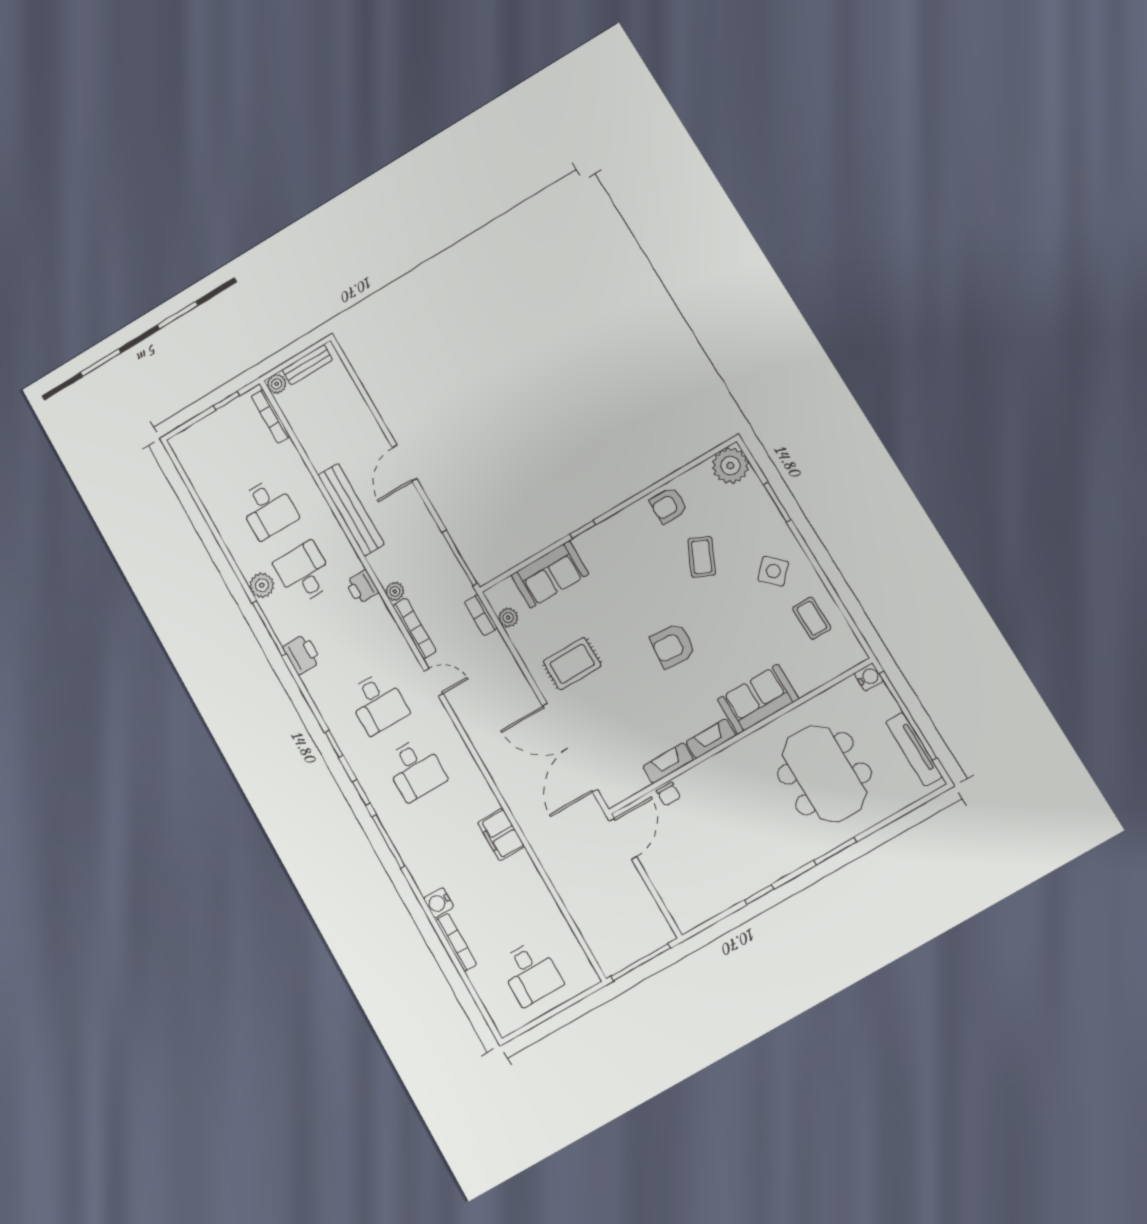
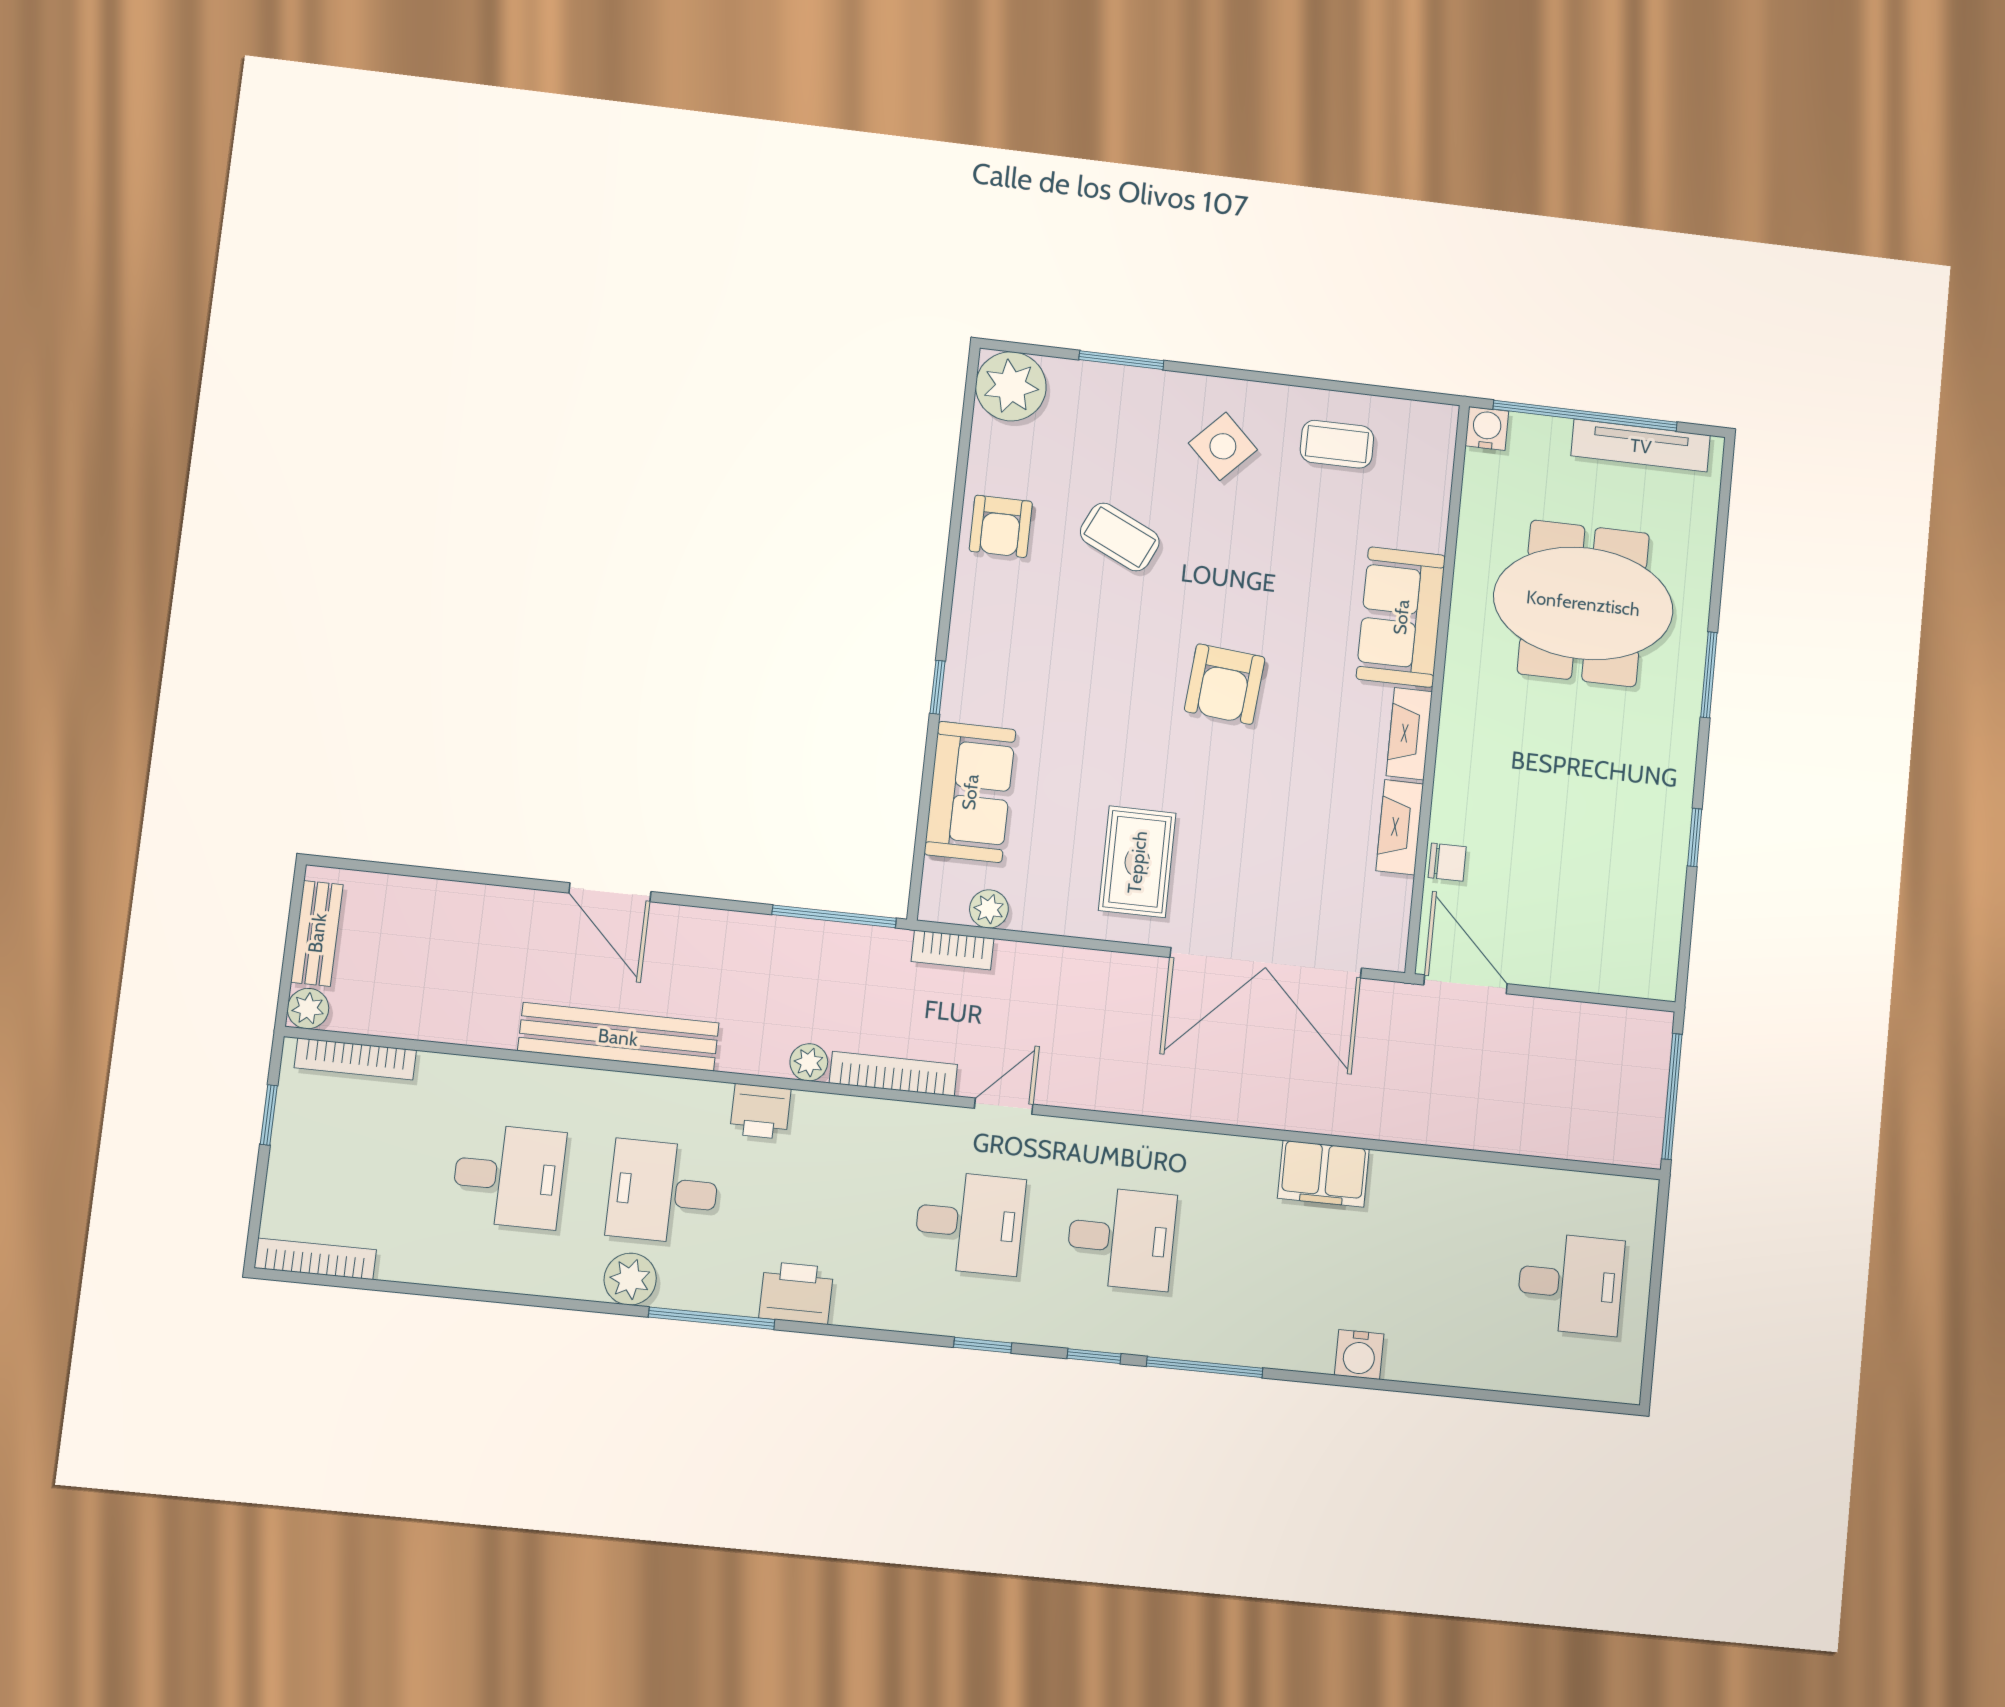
bookcase: (456, 942) -> (315, 1259), moved

